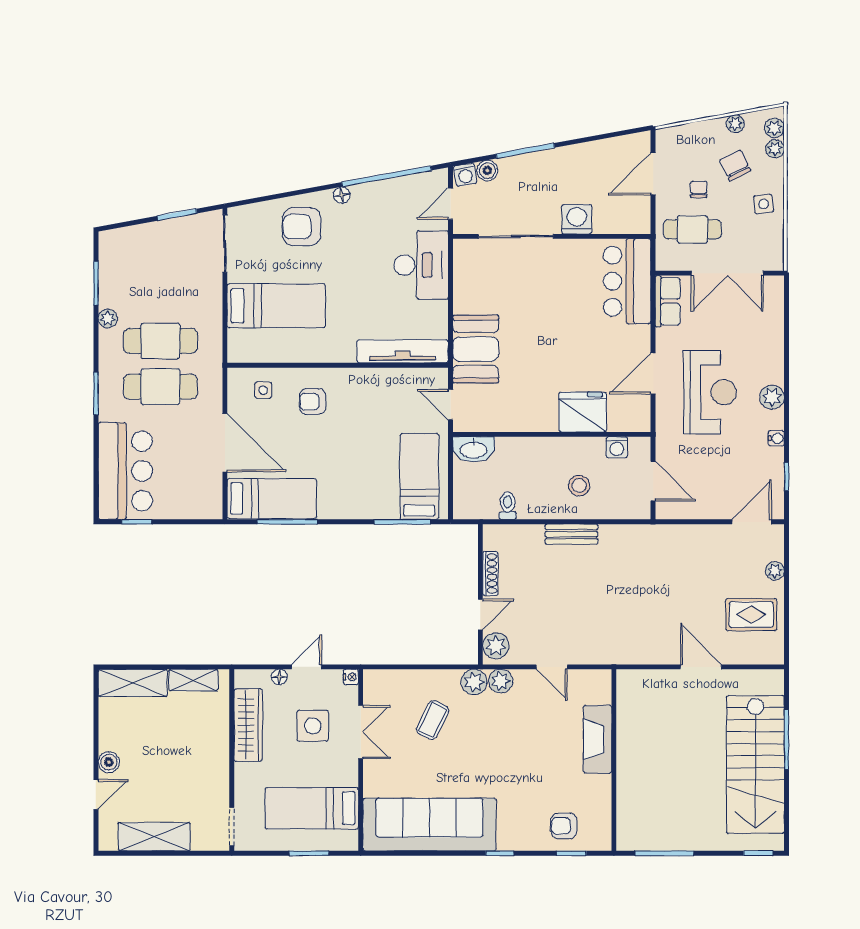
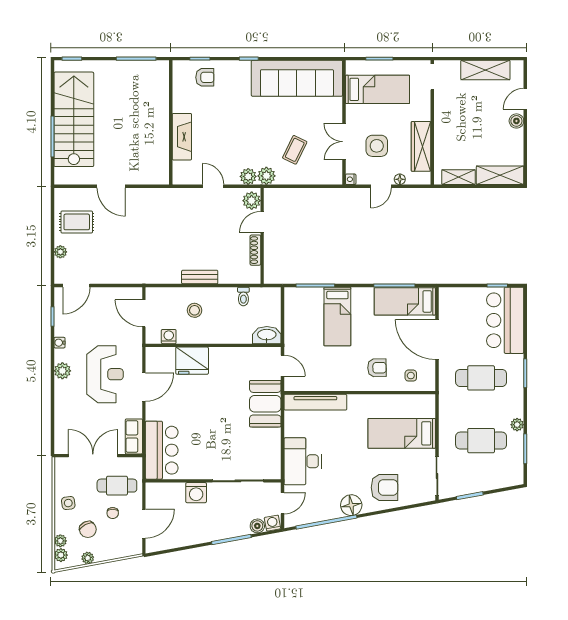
floor lamp: (342, 195) -> (351, 505), width x1.89, depth x1.89
cafe table: (160, 341) -> (481, 441), moved
reception desk: (710, 392) -> (105, 374), turned 180
bed: (419, 476) -> (337, 317), moved

